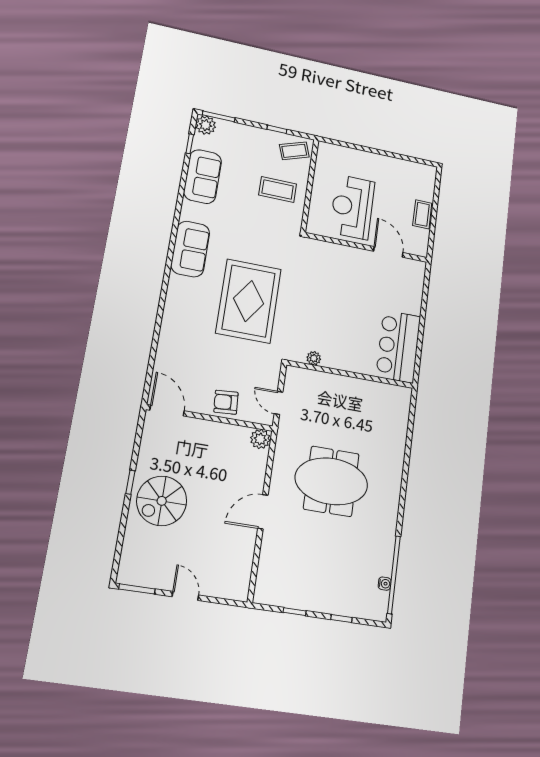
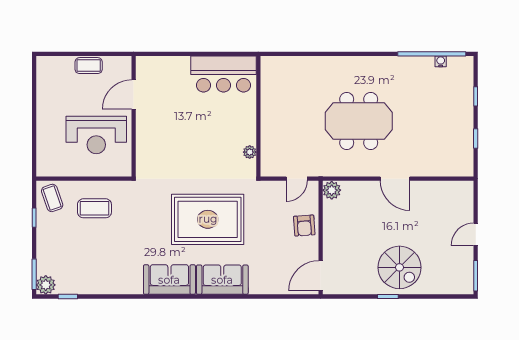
sofa: (203, 177) -> (222, 280), moved
coffee table: (278, 189) -> (94, 208), turned 90
meeting table: (331, 481) -> (359, 121), turned 90

